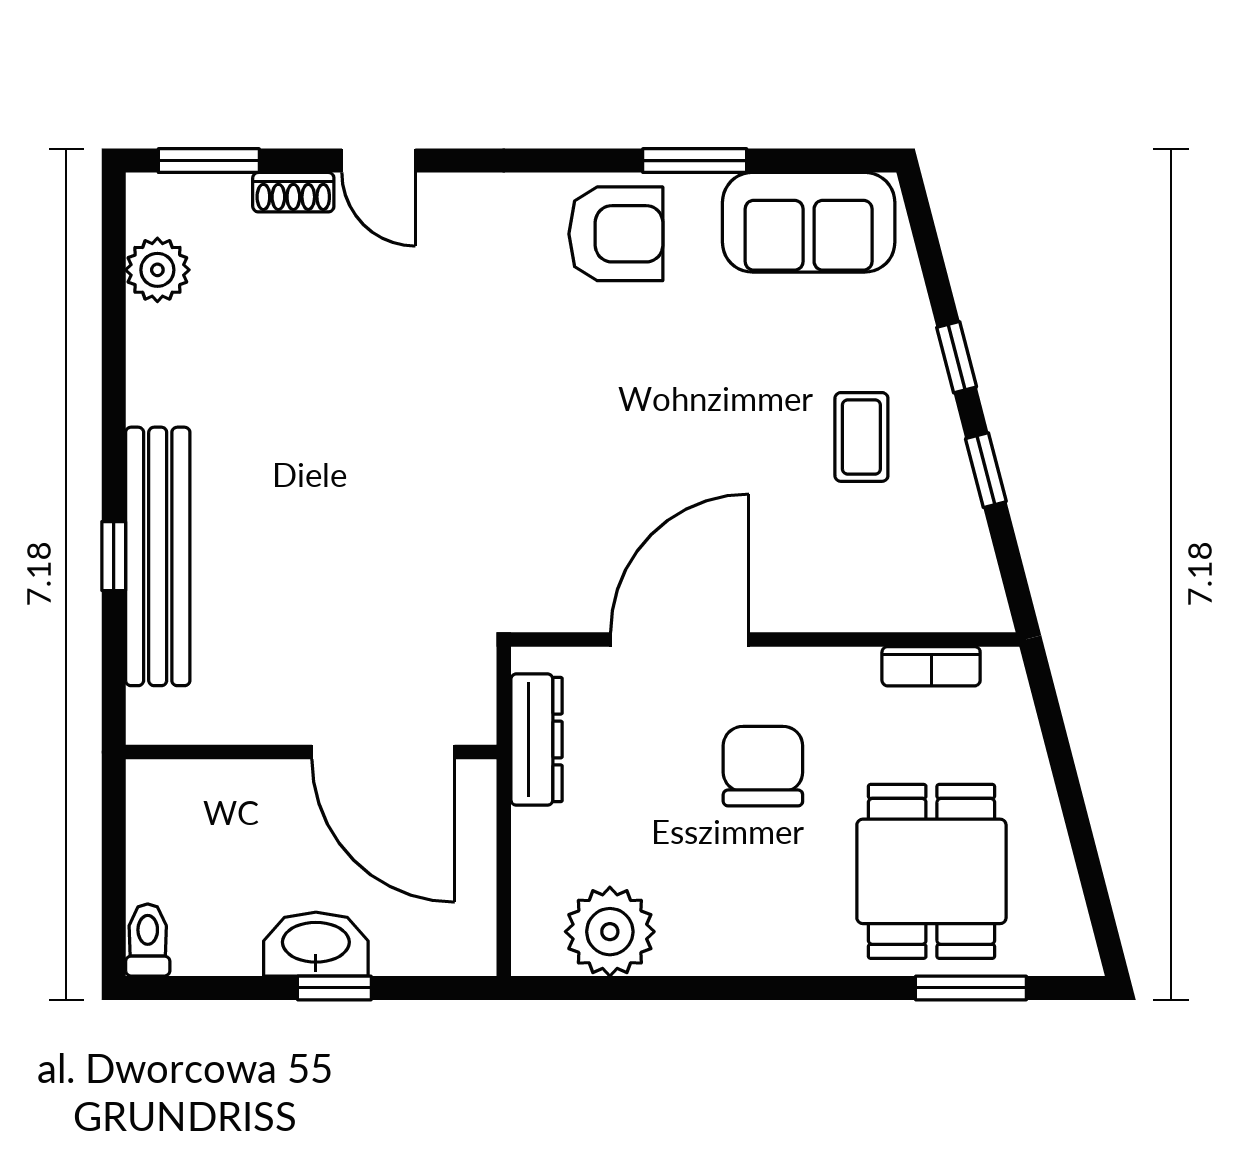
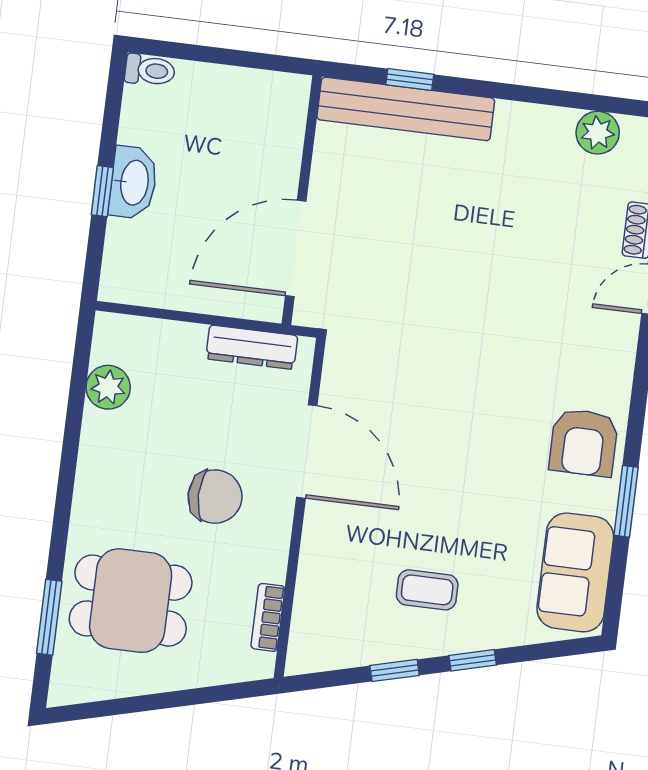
wall: (311, 752) -> (302, 200), moved
door: (383, 752) -> (296, 249), moved
plant: (610, 932) -> (108, 387), width x0.73, depth x0.73

